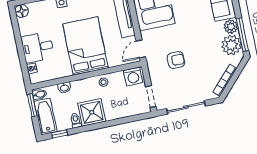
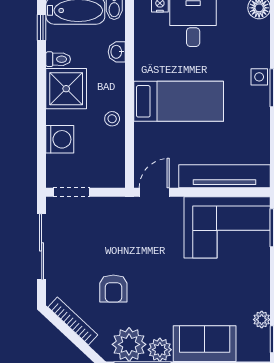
bed: (85, 46) -> (179, 101), width x0.67
door: (141, 49) -> (154, 192), hinge flipped
armchair: (176, 60) -> (113, 289), moved
washing machine: (133, 76) -> (60, 139), moved, turned 180

